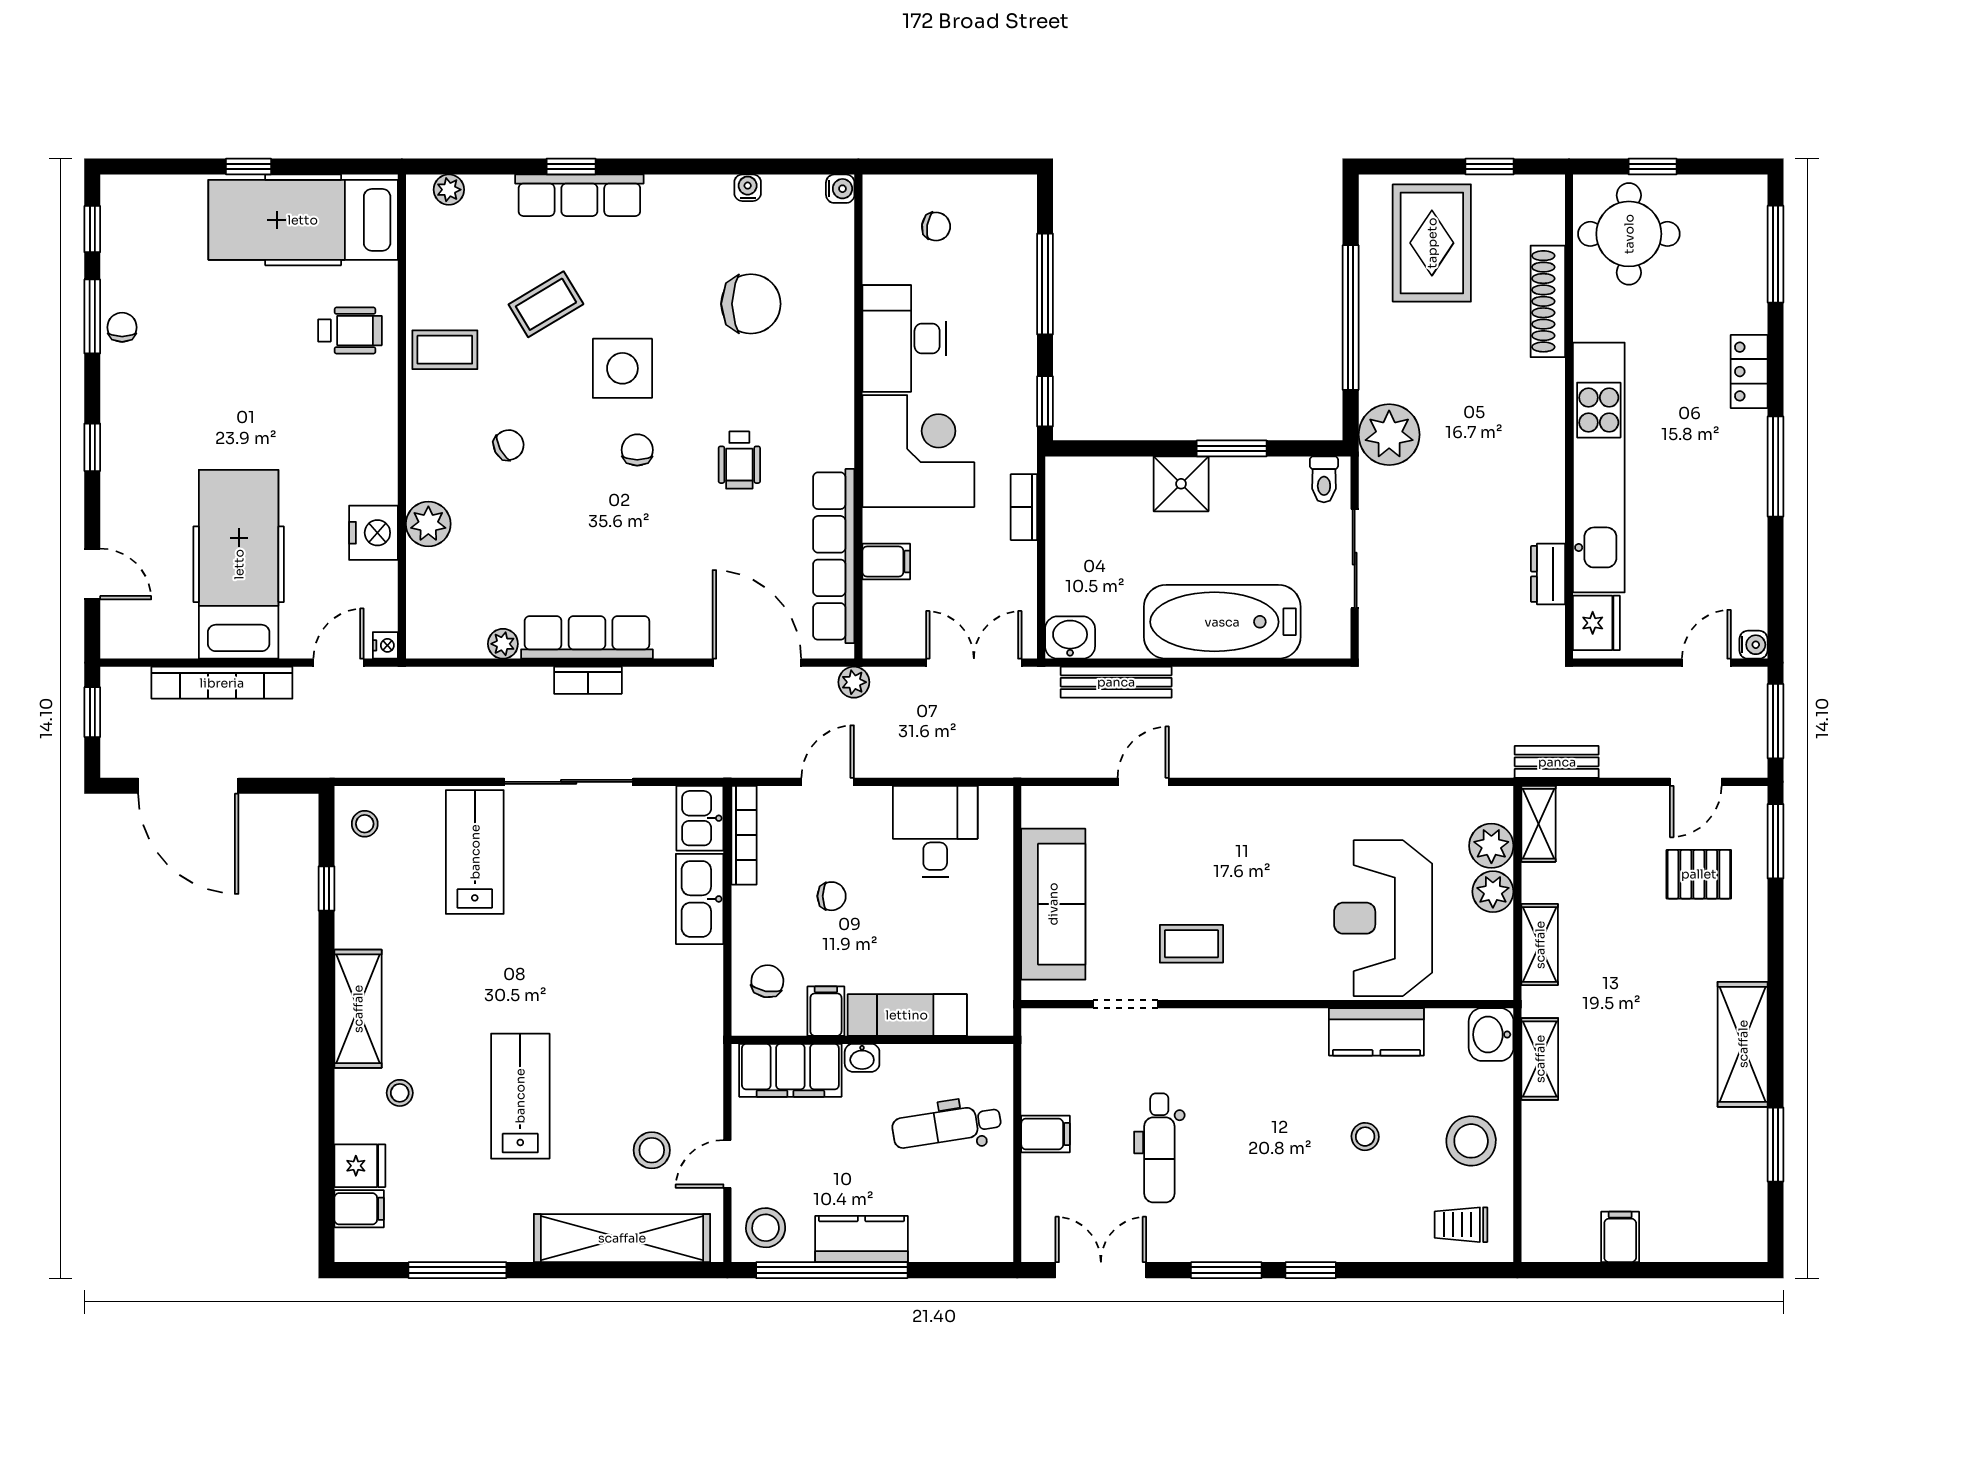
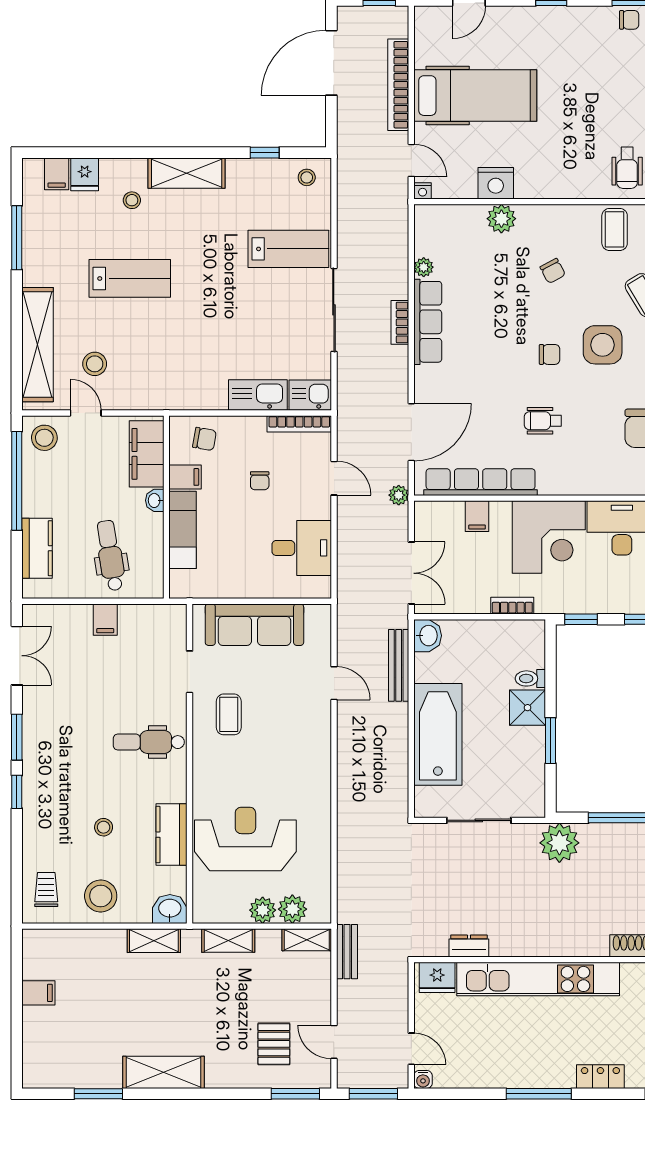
toilet: (1324, 479) -> (530, 678), moved
dental chair: (1159, 1148) -> (149, 742), moved
kitchen counter: (862, 1239) -> (37, 548), moved

